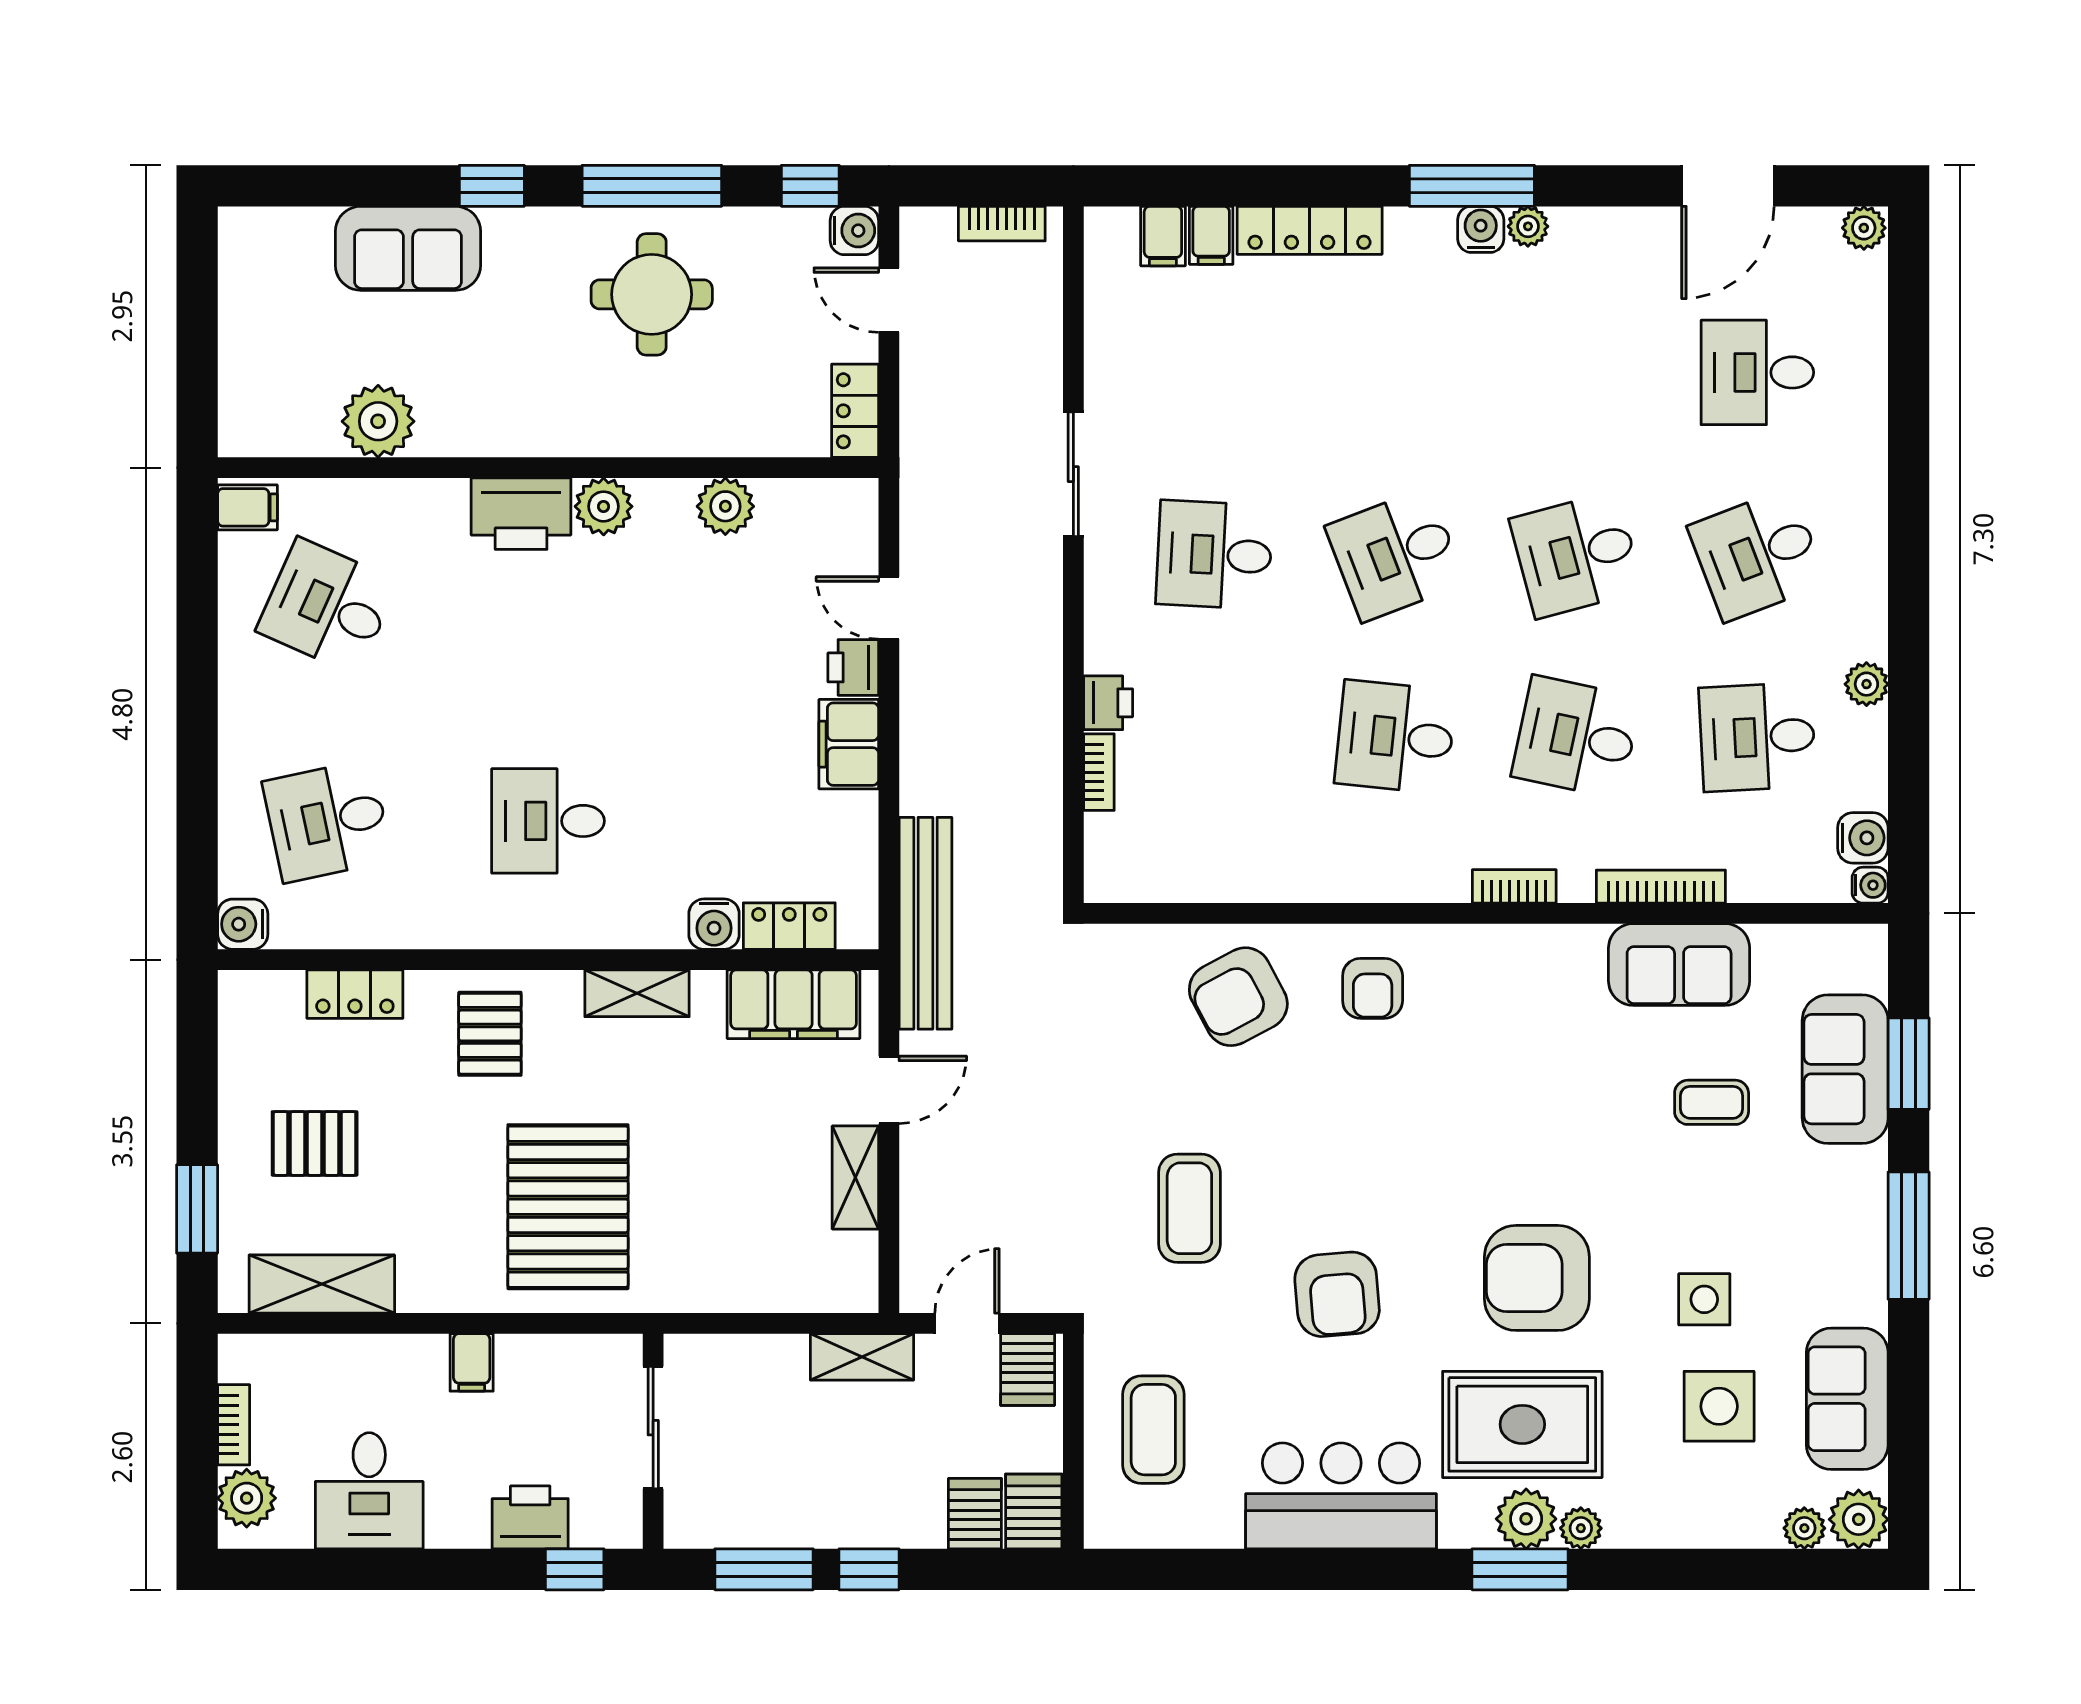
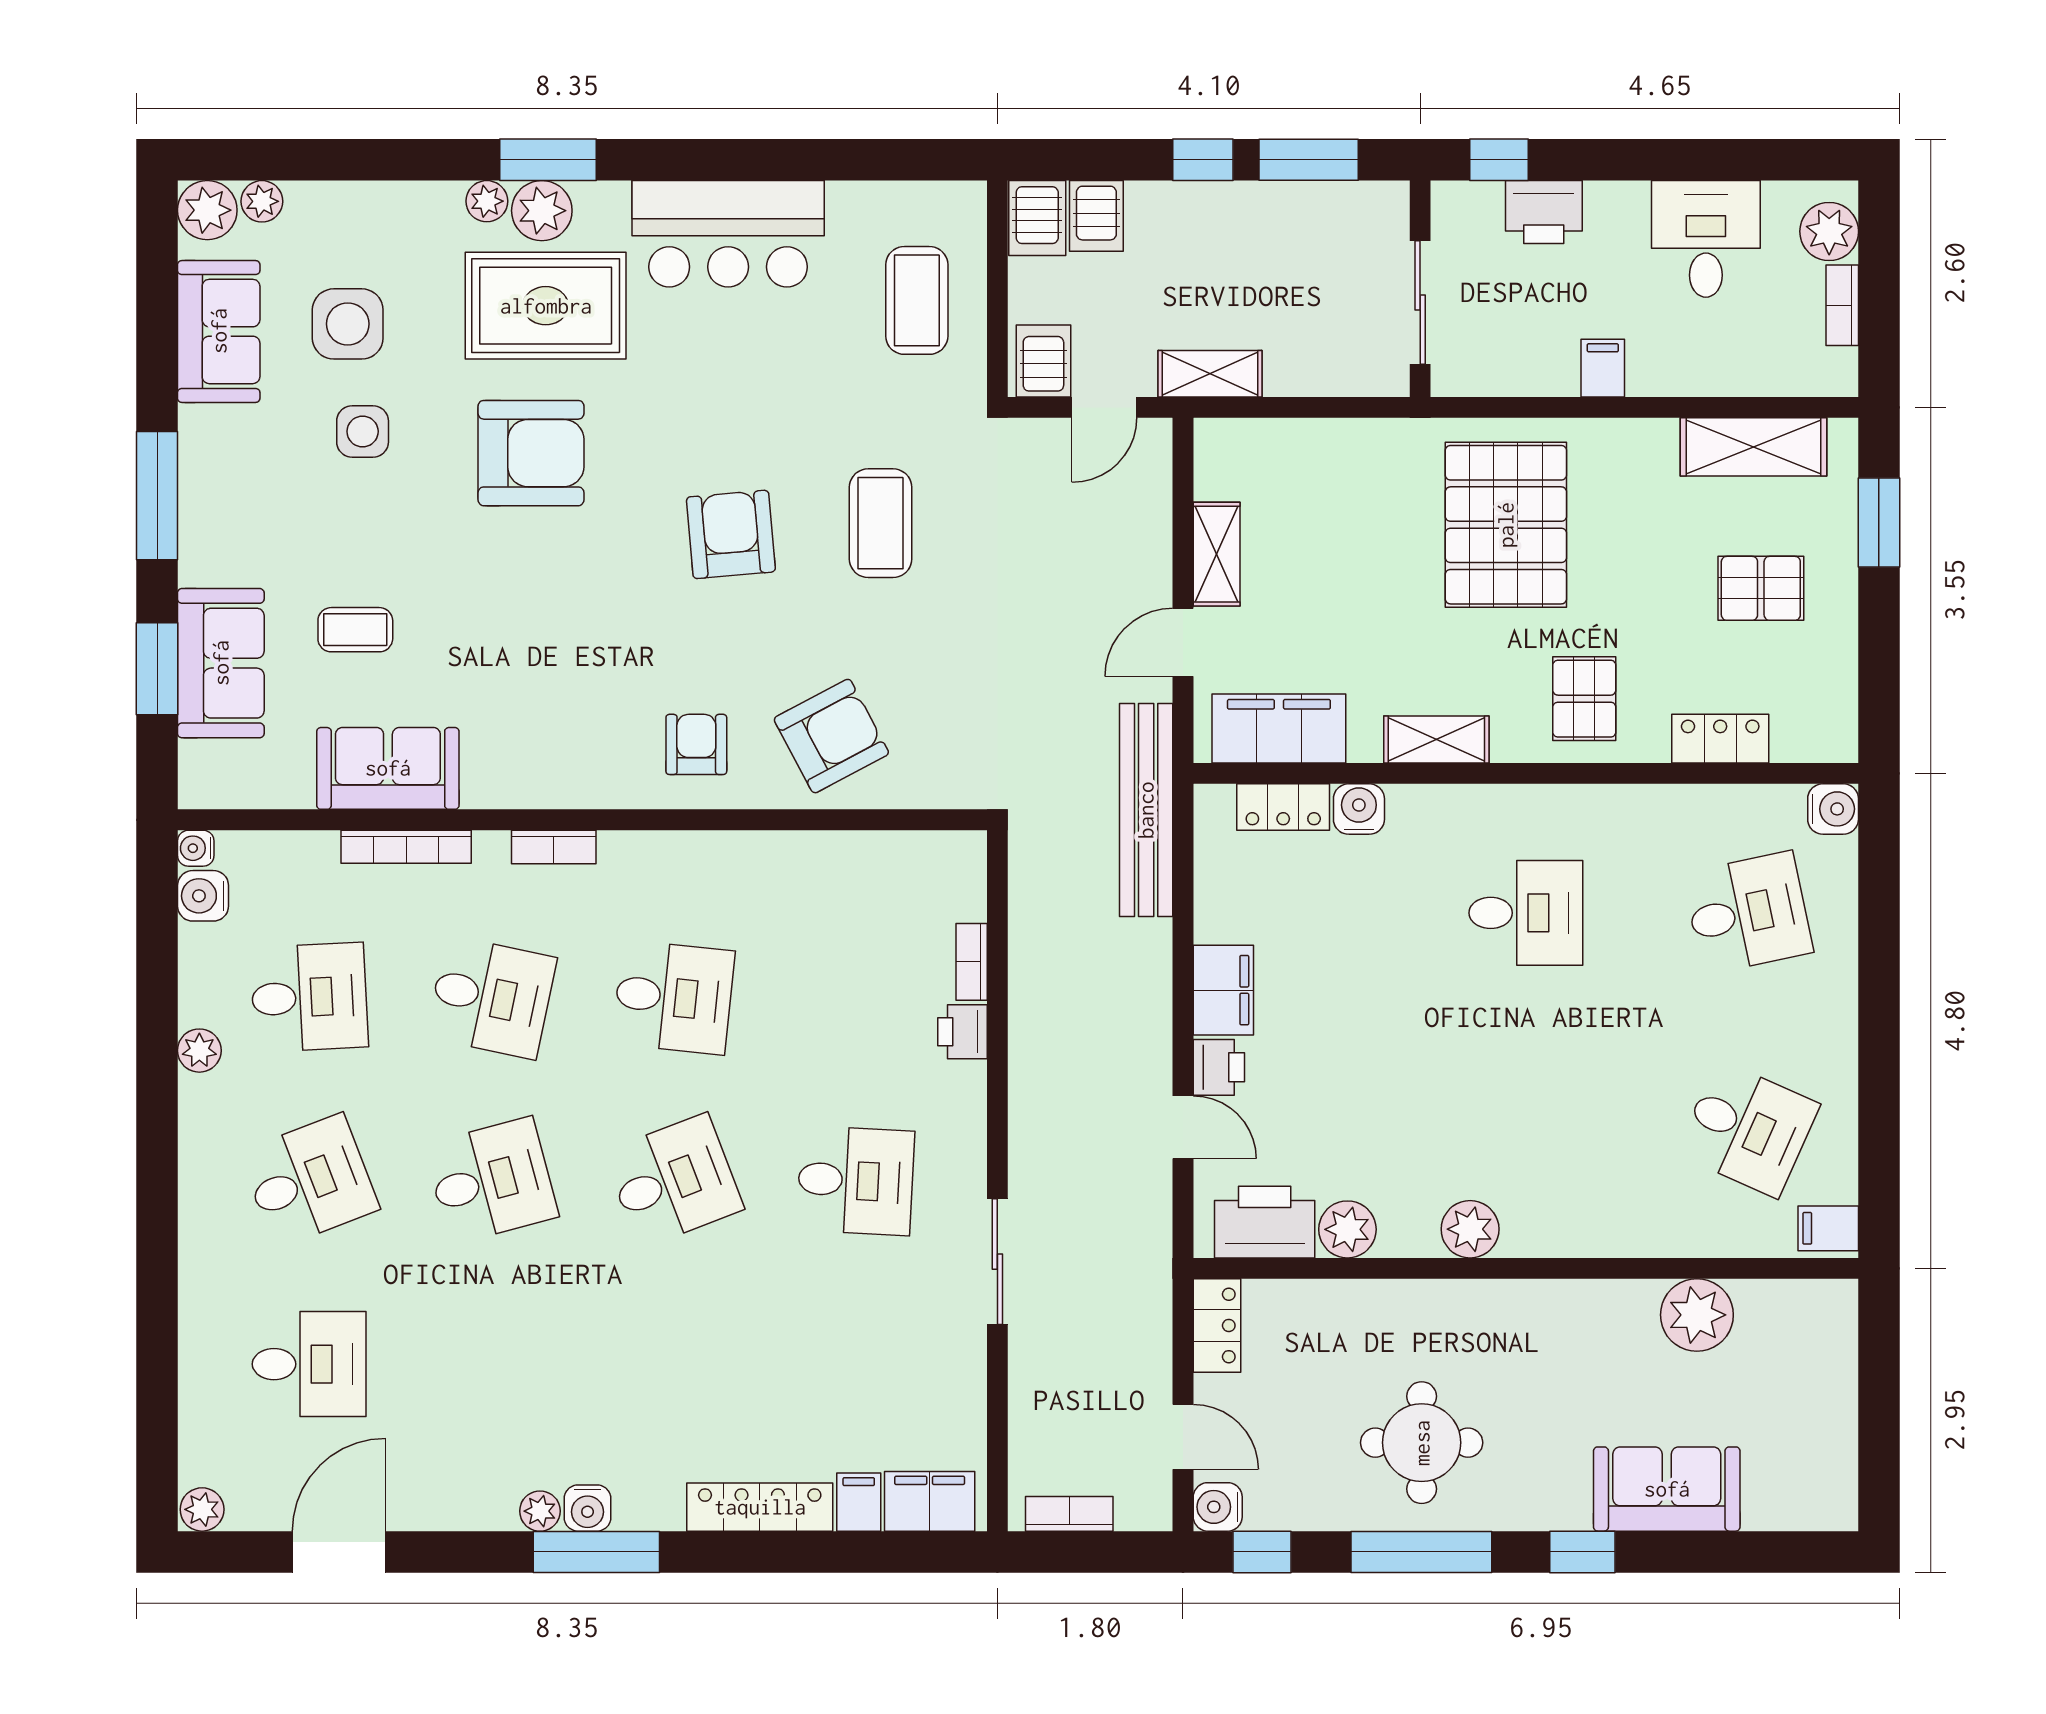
filing cabinet: (1163, 236) -> (930, 1501), width x2.00
printer: (521, 514) -> (1265, 1222), moved
armchair: (1337, 1294) -> (731, 534), moved

